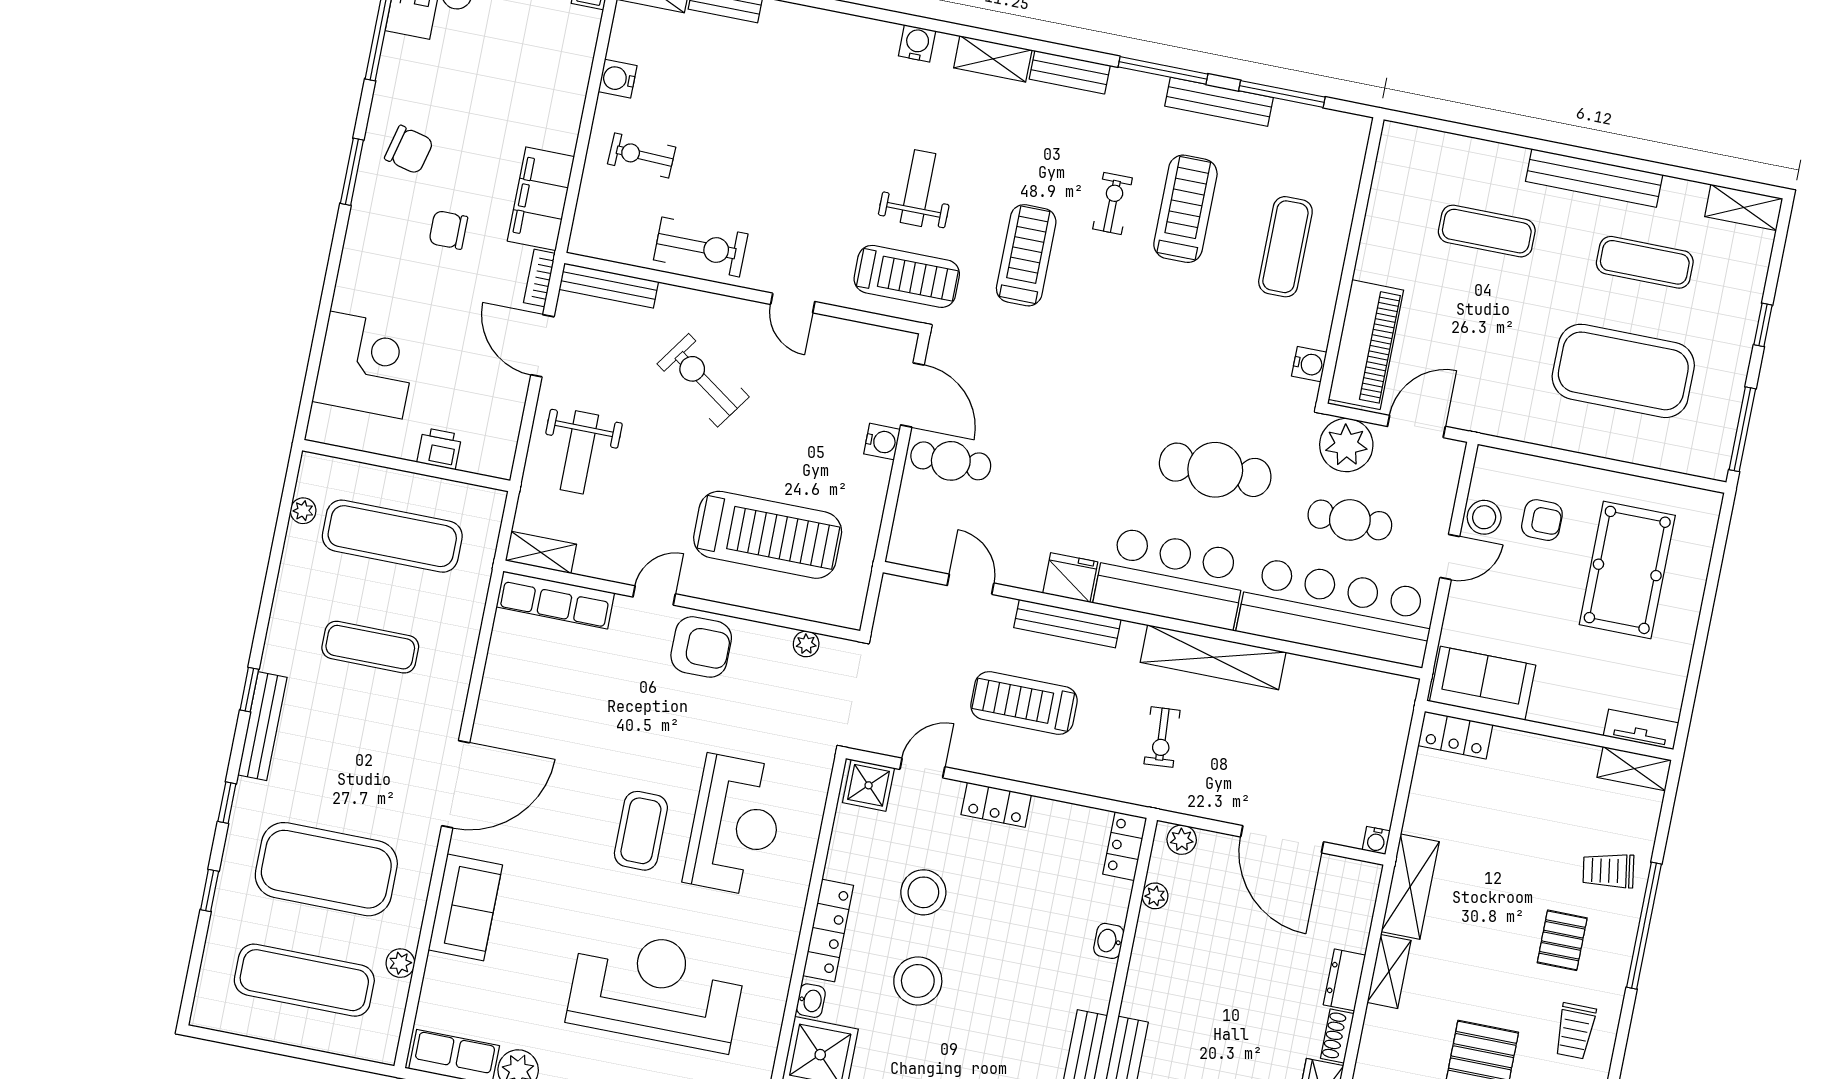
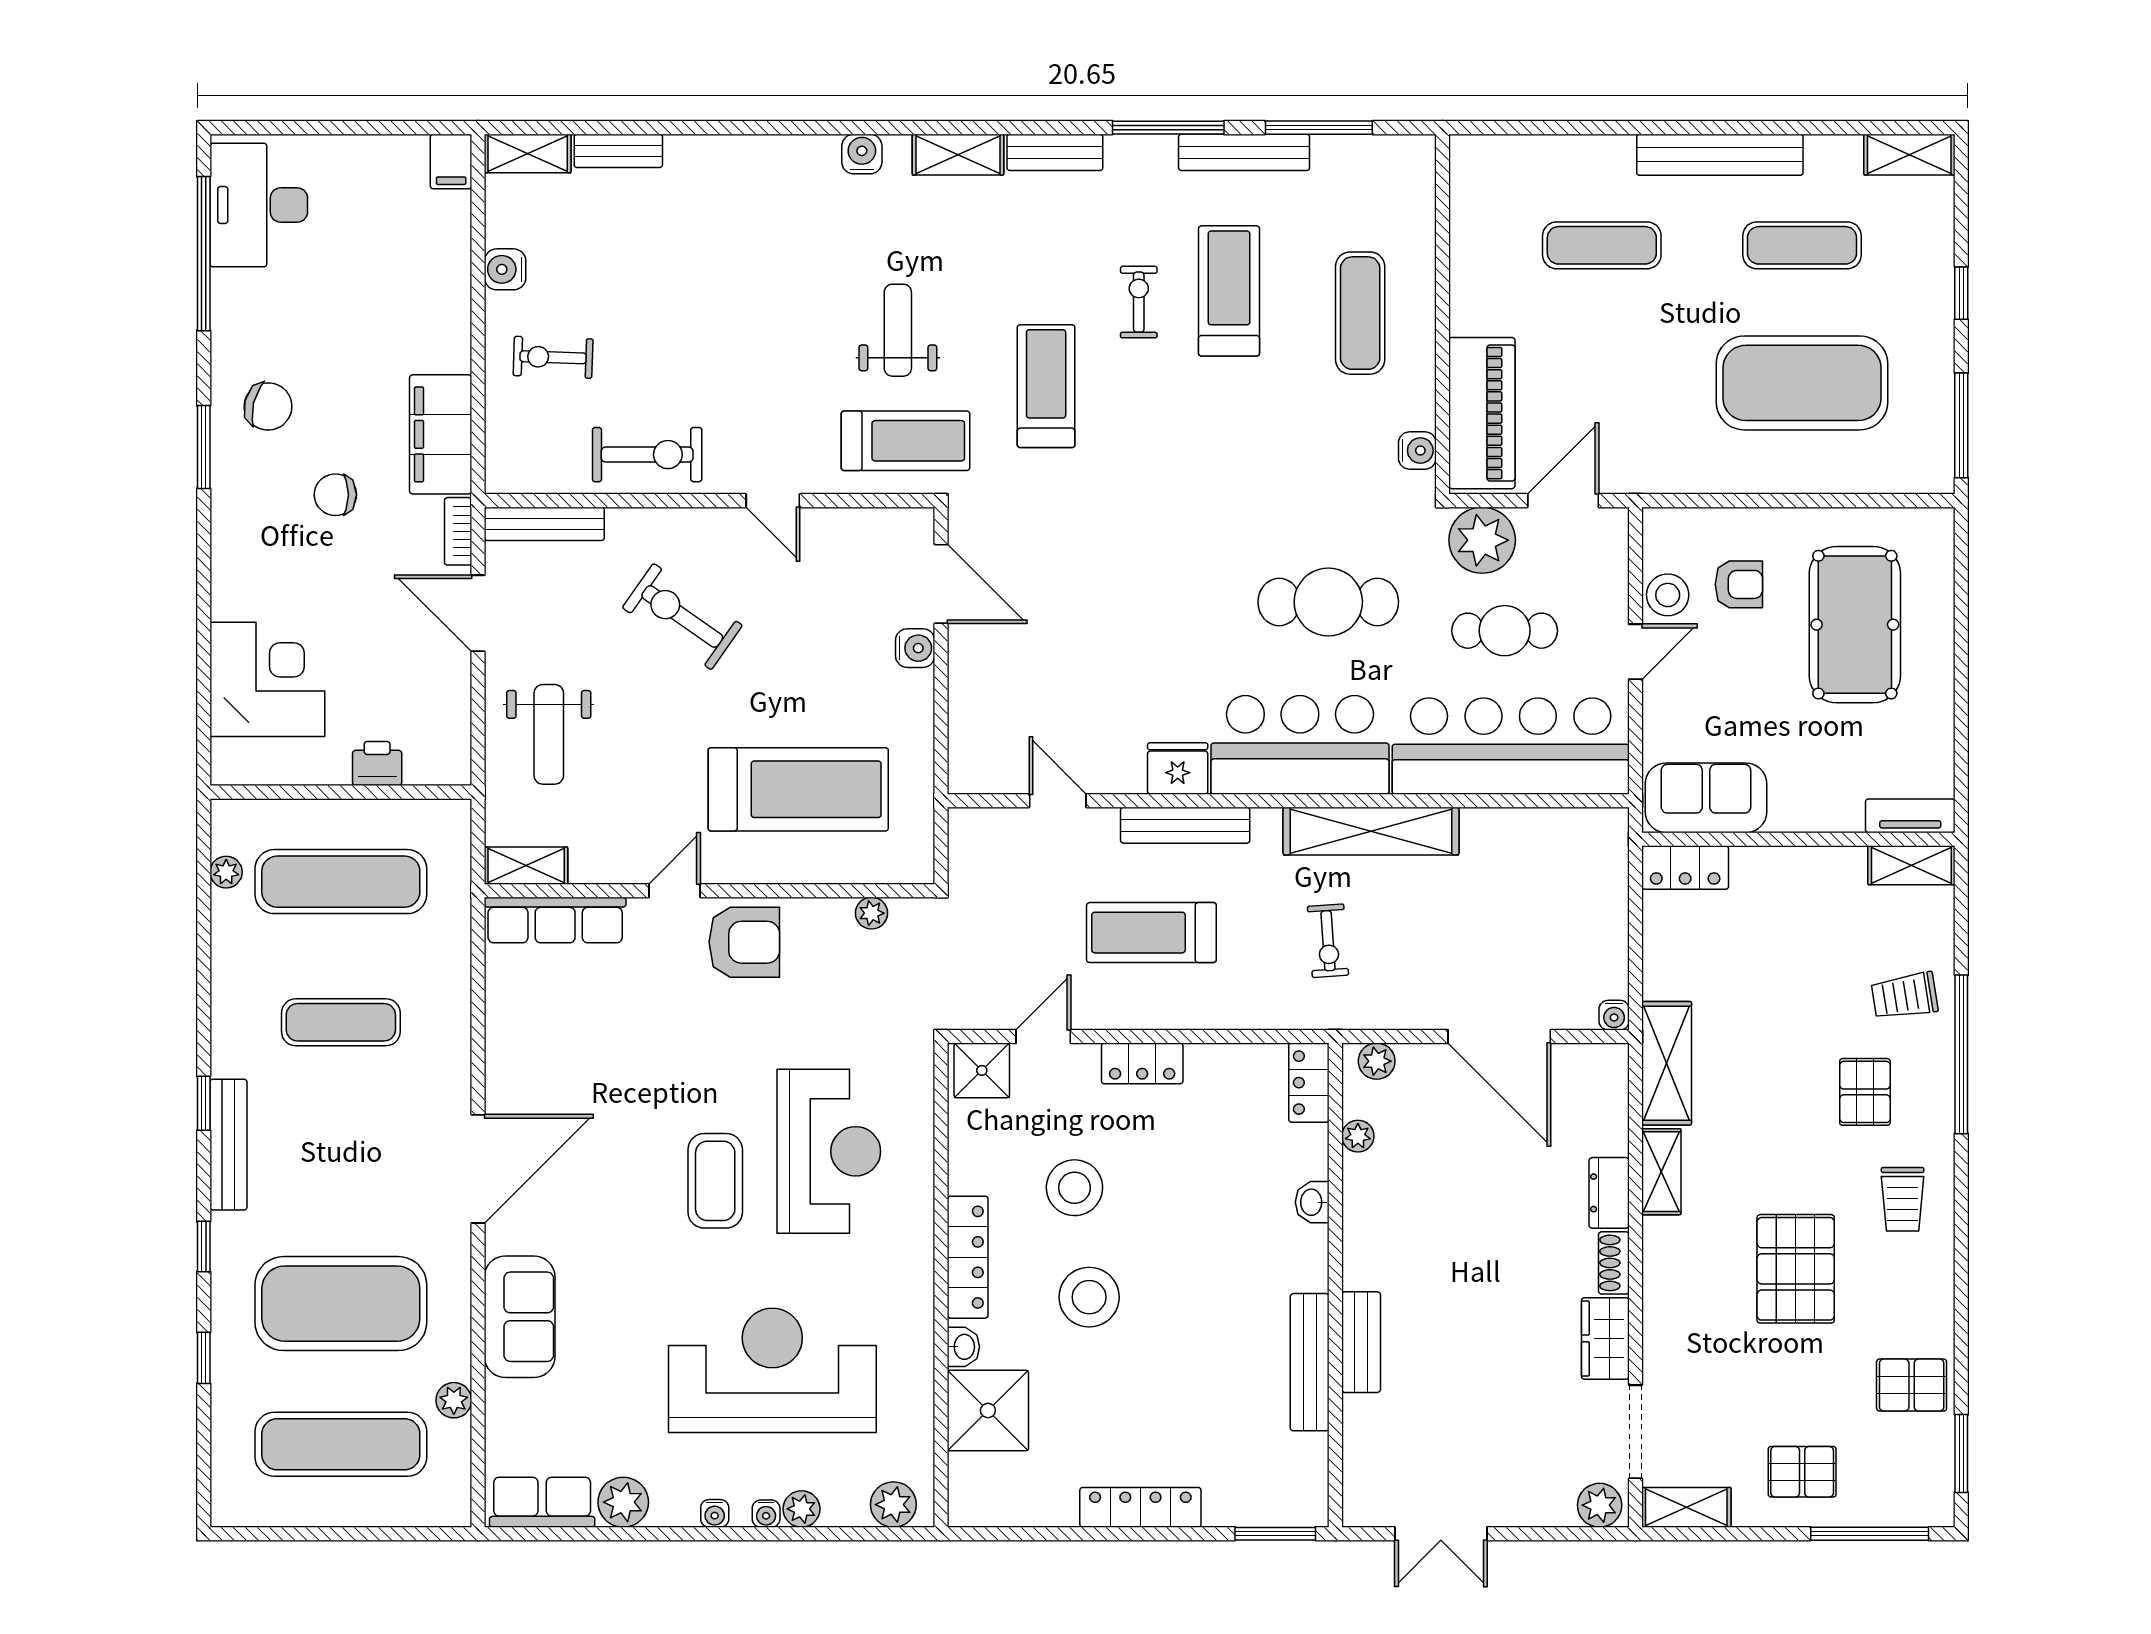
cafe table: (951, 461) -> (1004, 655), removed

